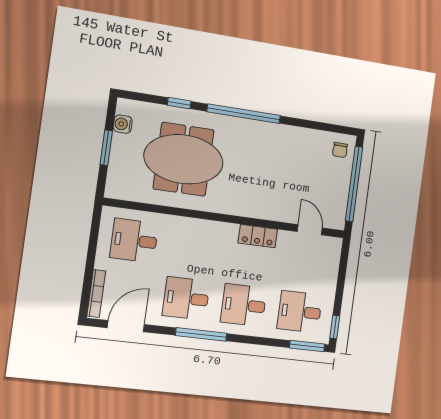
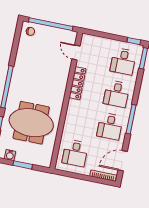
meeting table: (184, 159) -> (31, 123), turned 90
door: (310, 230) -> (76, 52), hinge flipped
locker: (258, 236) -> (77, 83), width x1.53
door: (126, 326) -> (123, 161), hinge flipped

